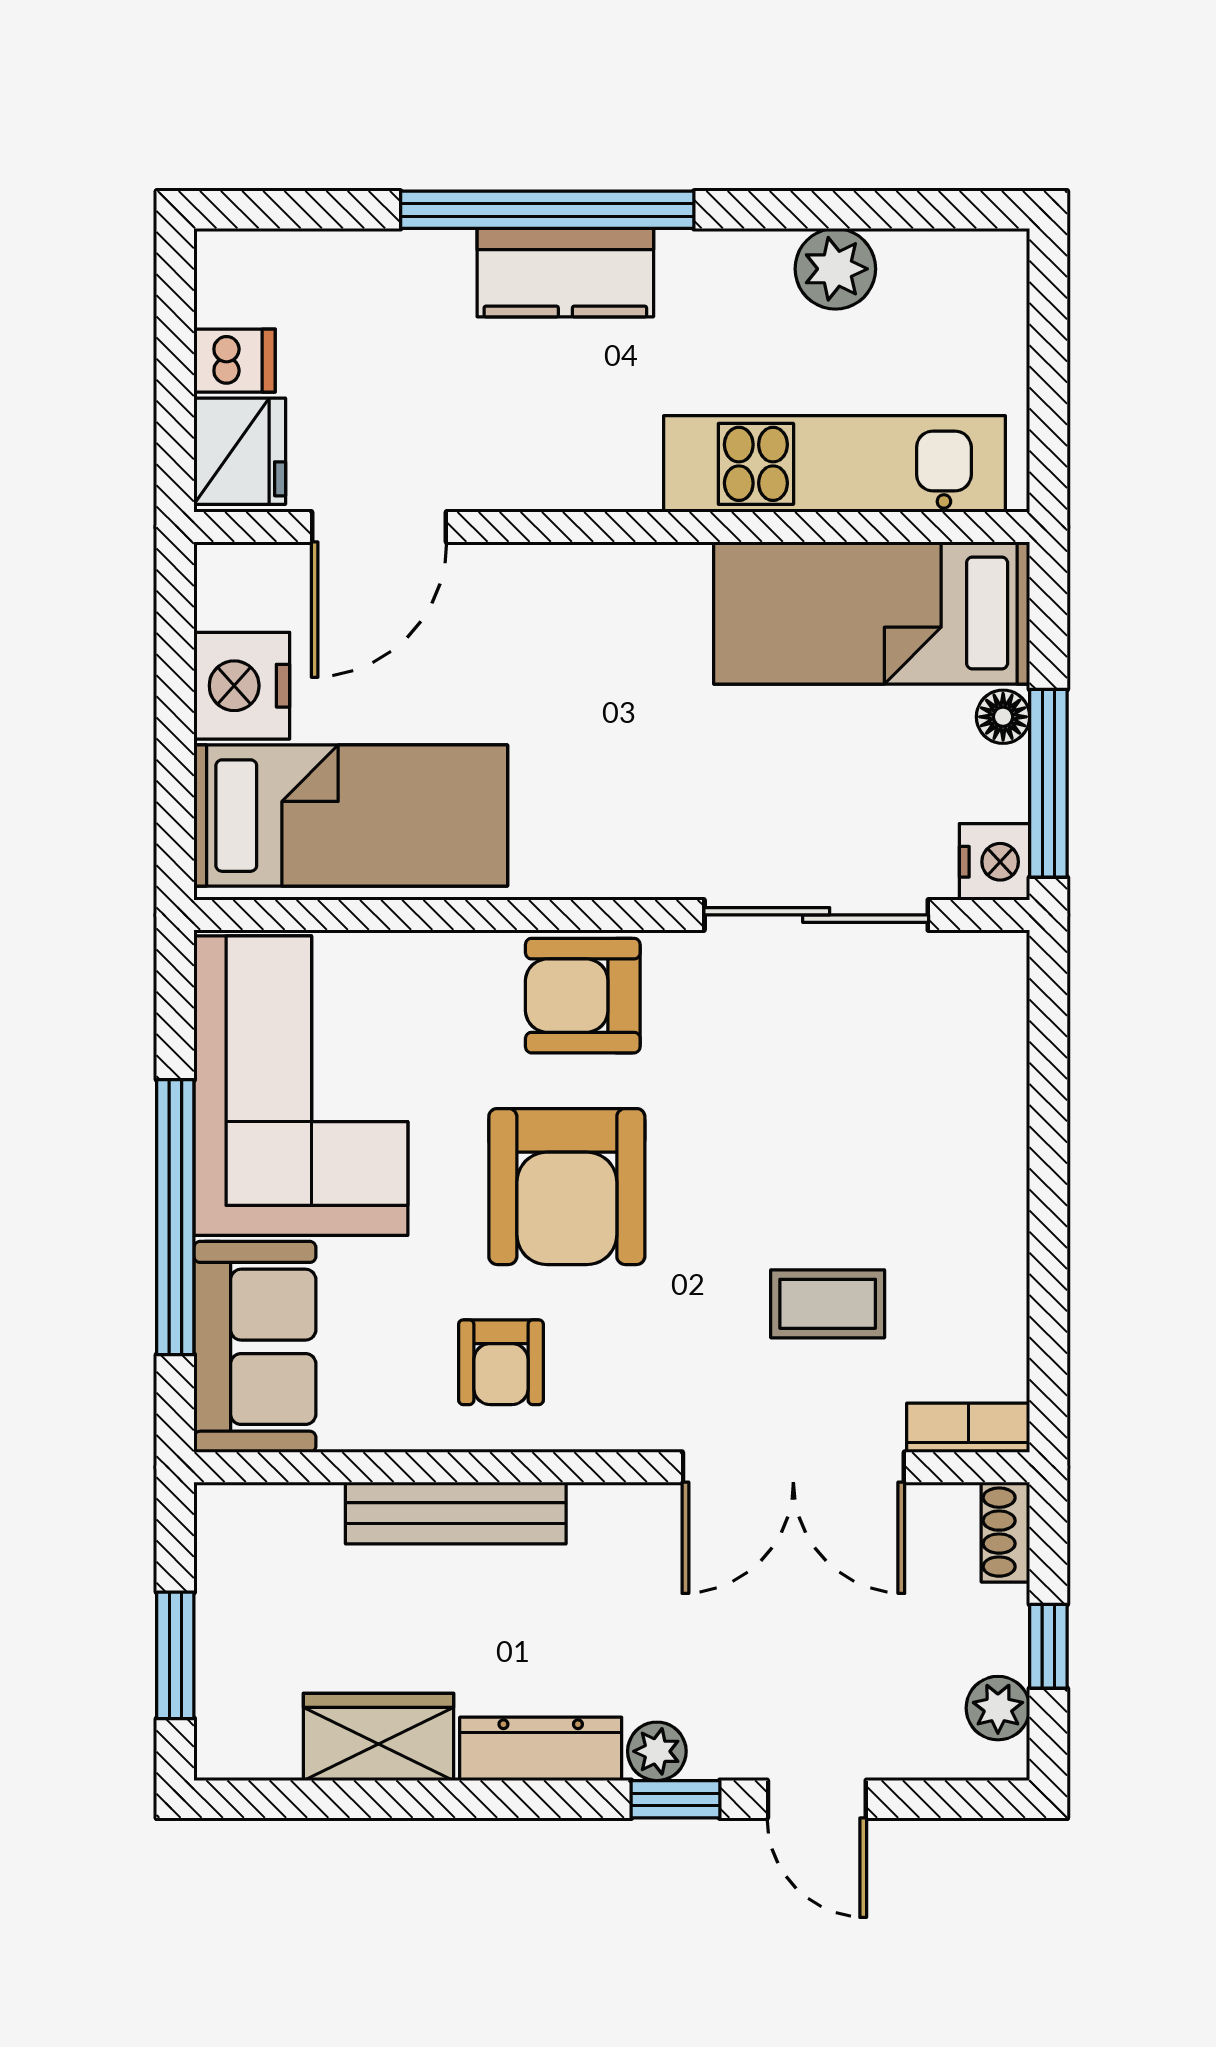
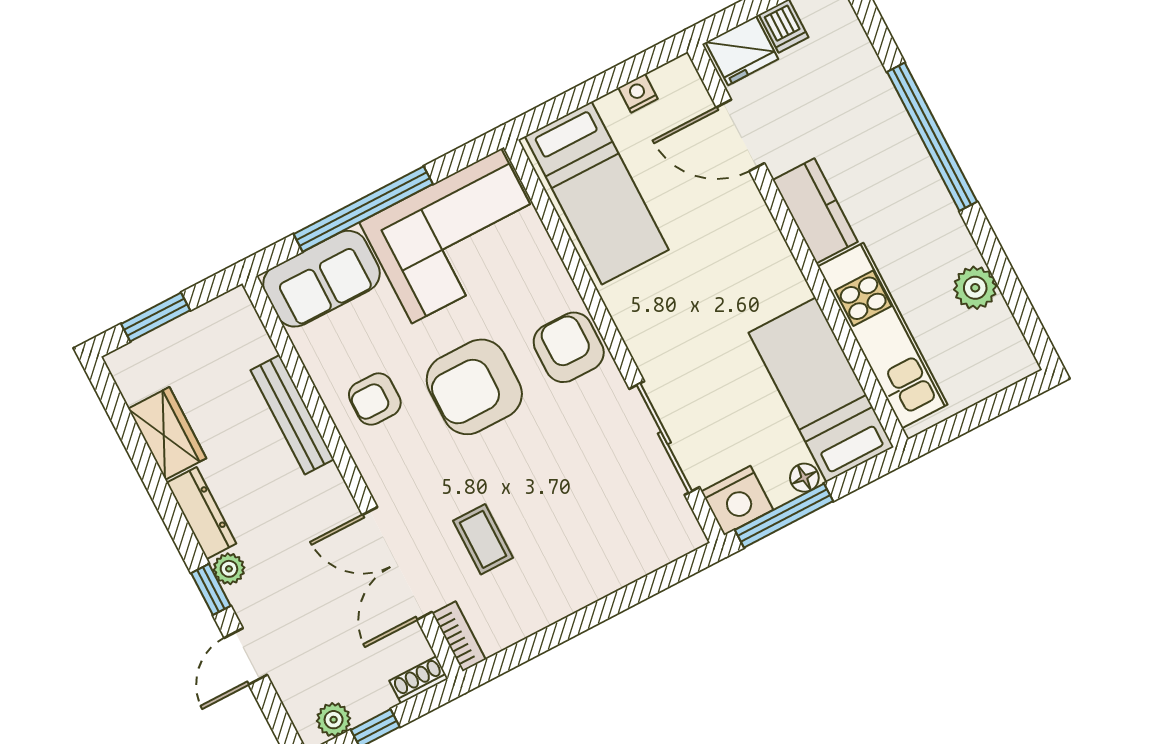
kitchen counter: (565, 273) -> (815, 211), moved, turned 180
nightstand: (242, 686) -> (638, 93), width x0.53, depth x0.56
nightstand: (995, 862) -> (737, 501), width x1.36, depth x1.33

